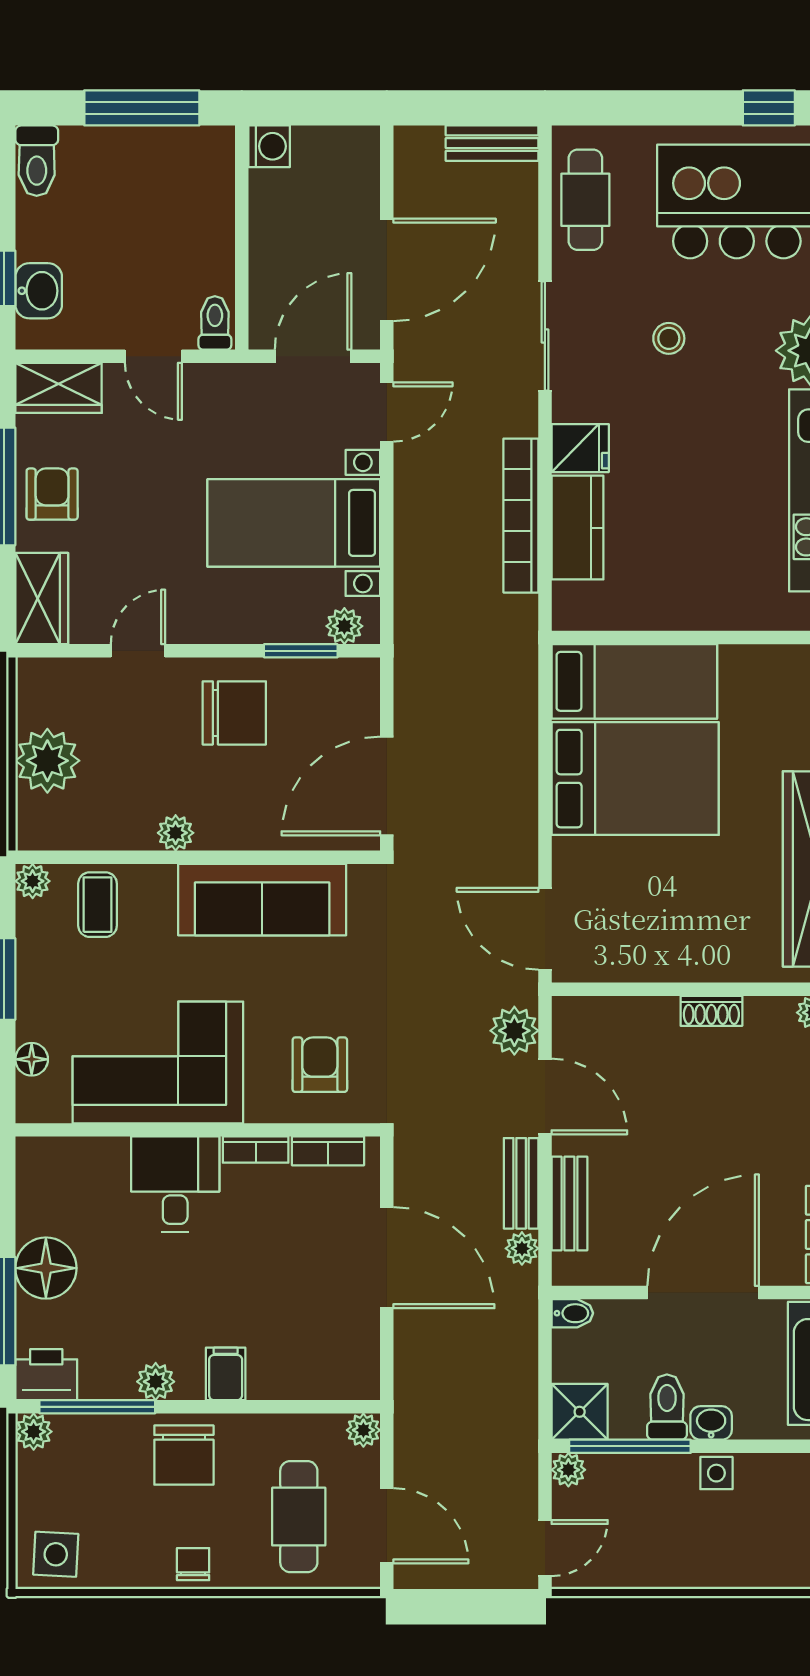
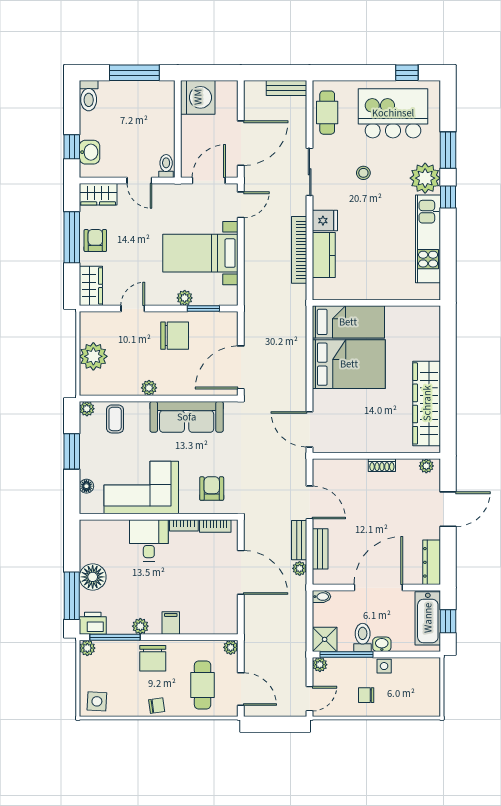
washing machine: (269, 146) -> (198, 97), width x1.89, depth x1.89
plant: (344, 626) -> (185, 298), moved
plant: (514, 1031) -> (296, 474), removed
chair: (675, 1540) -> (366, 695), added
chair: (193, 1564) -> (157, 706), turned 82

